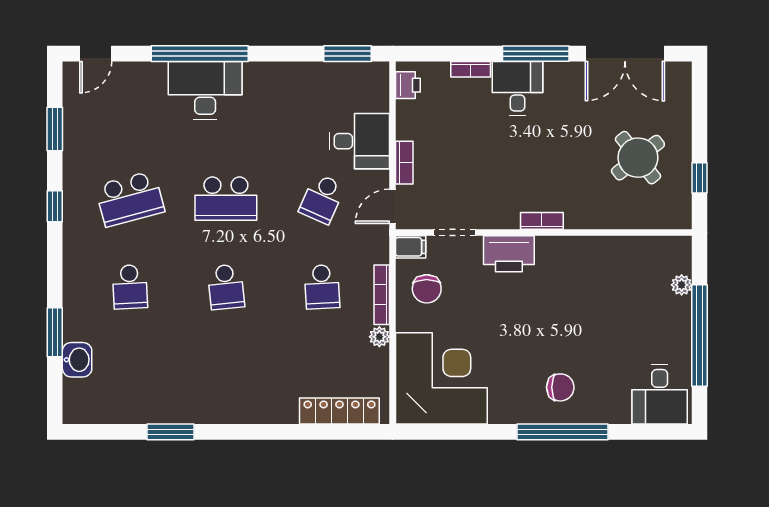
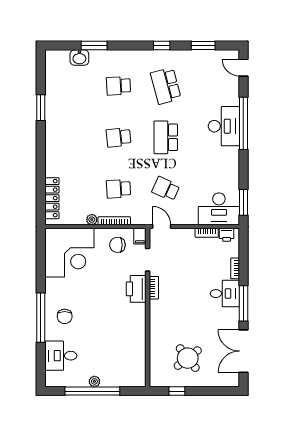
desk: (359, 141) -> (219, 209), moved, width x1.37
bookcase: (404, 163) -> (207, 233), moved
bookcase: (542, 221) -> (154, 288), moved
plant: (682, 285) -> (94, 381), moved
desk: (660, 394) -> (61, 356), moved

